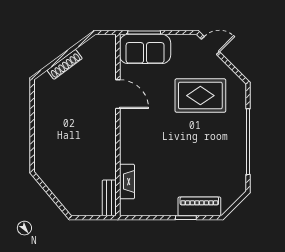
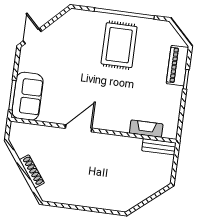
door: (118, 94) -> (79, 128), moved
rug: (200, 96) -> (119, 45), moved

